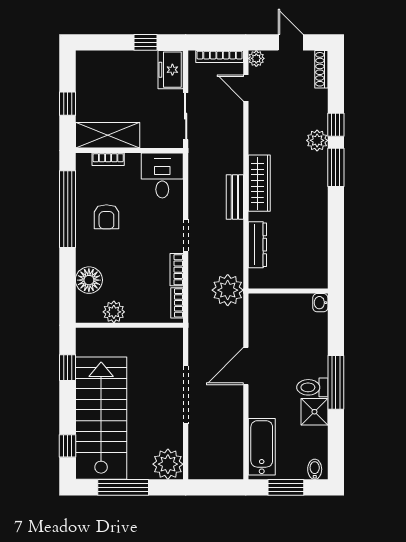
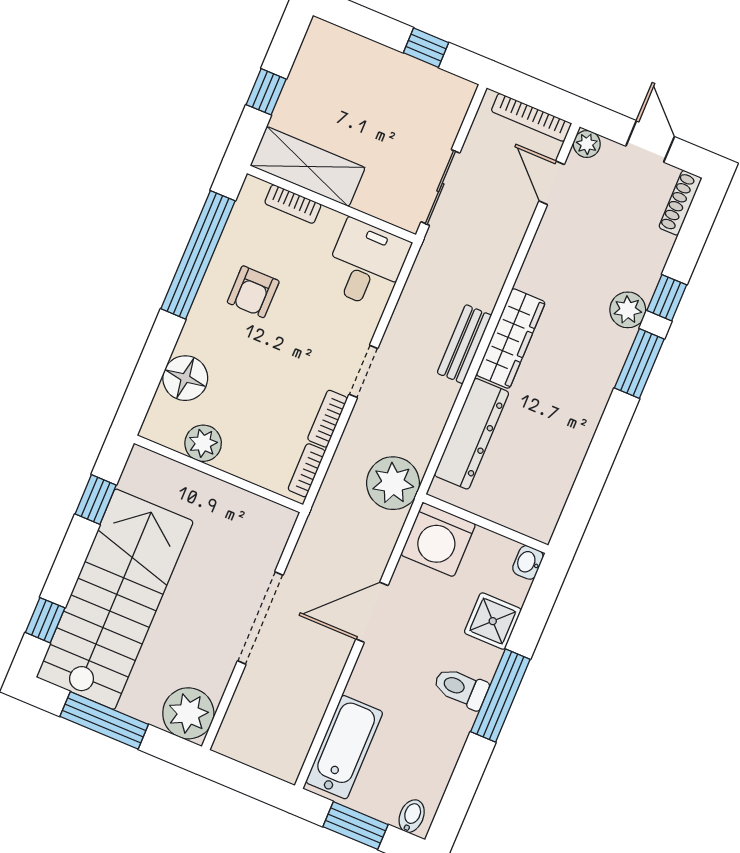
freezer: (171, 70) -> (447, 106), removed
dresser: (257, 245) -> (472, 434), width x1.37, depth x1.24
washing machine: (266, 311) -> (438, 539), added
shower: (314, 412) -> (493, 621), moved

